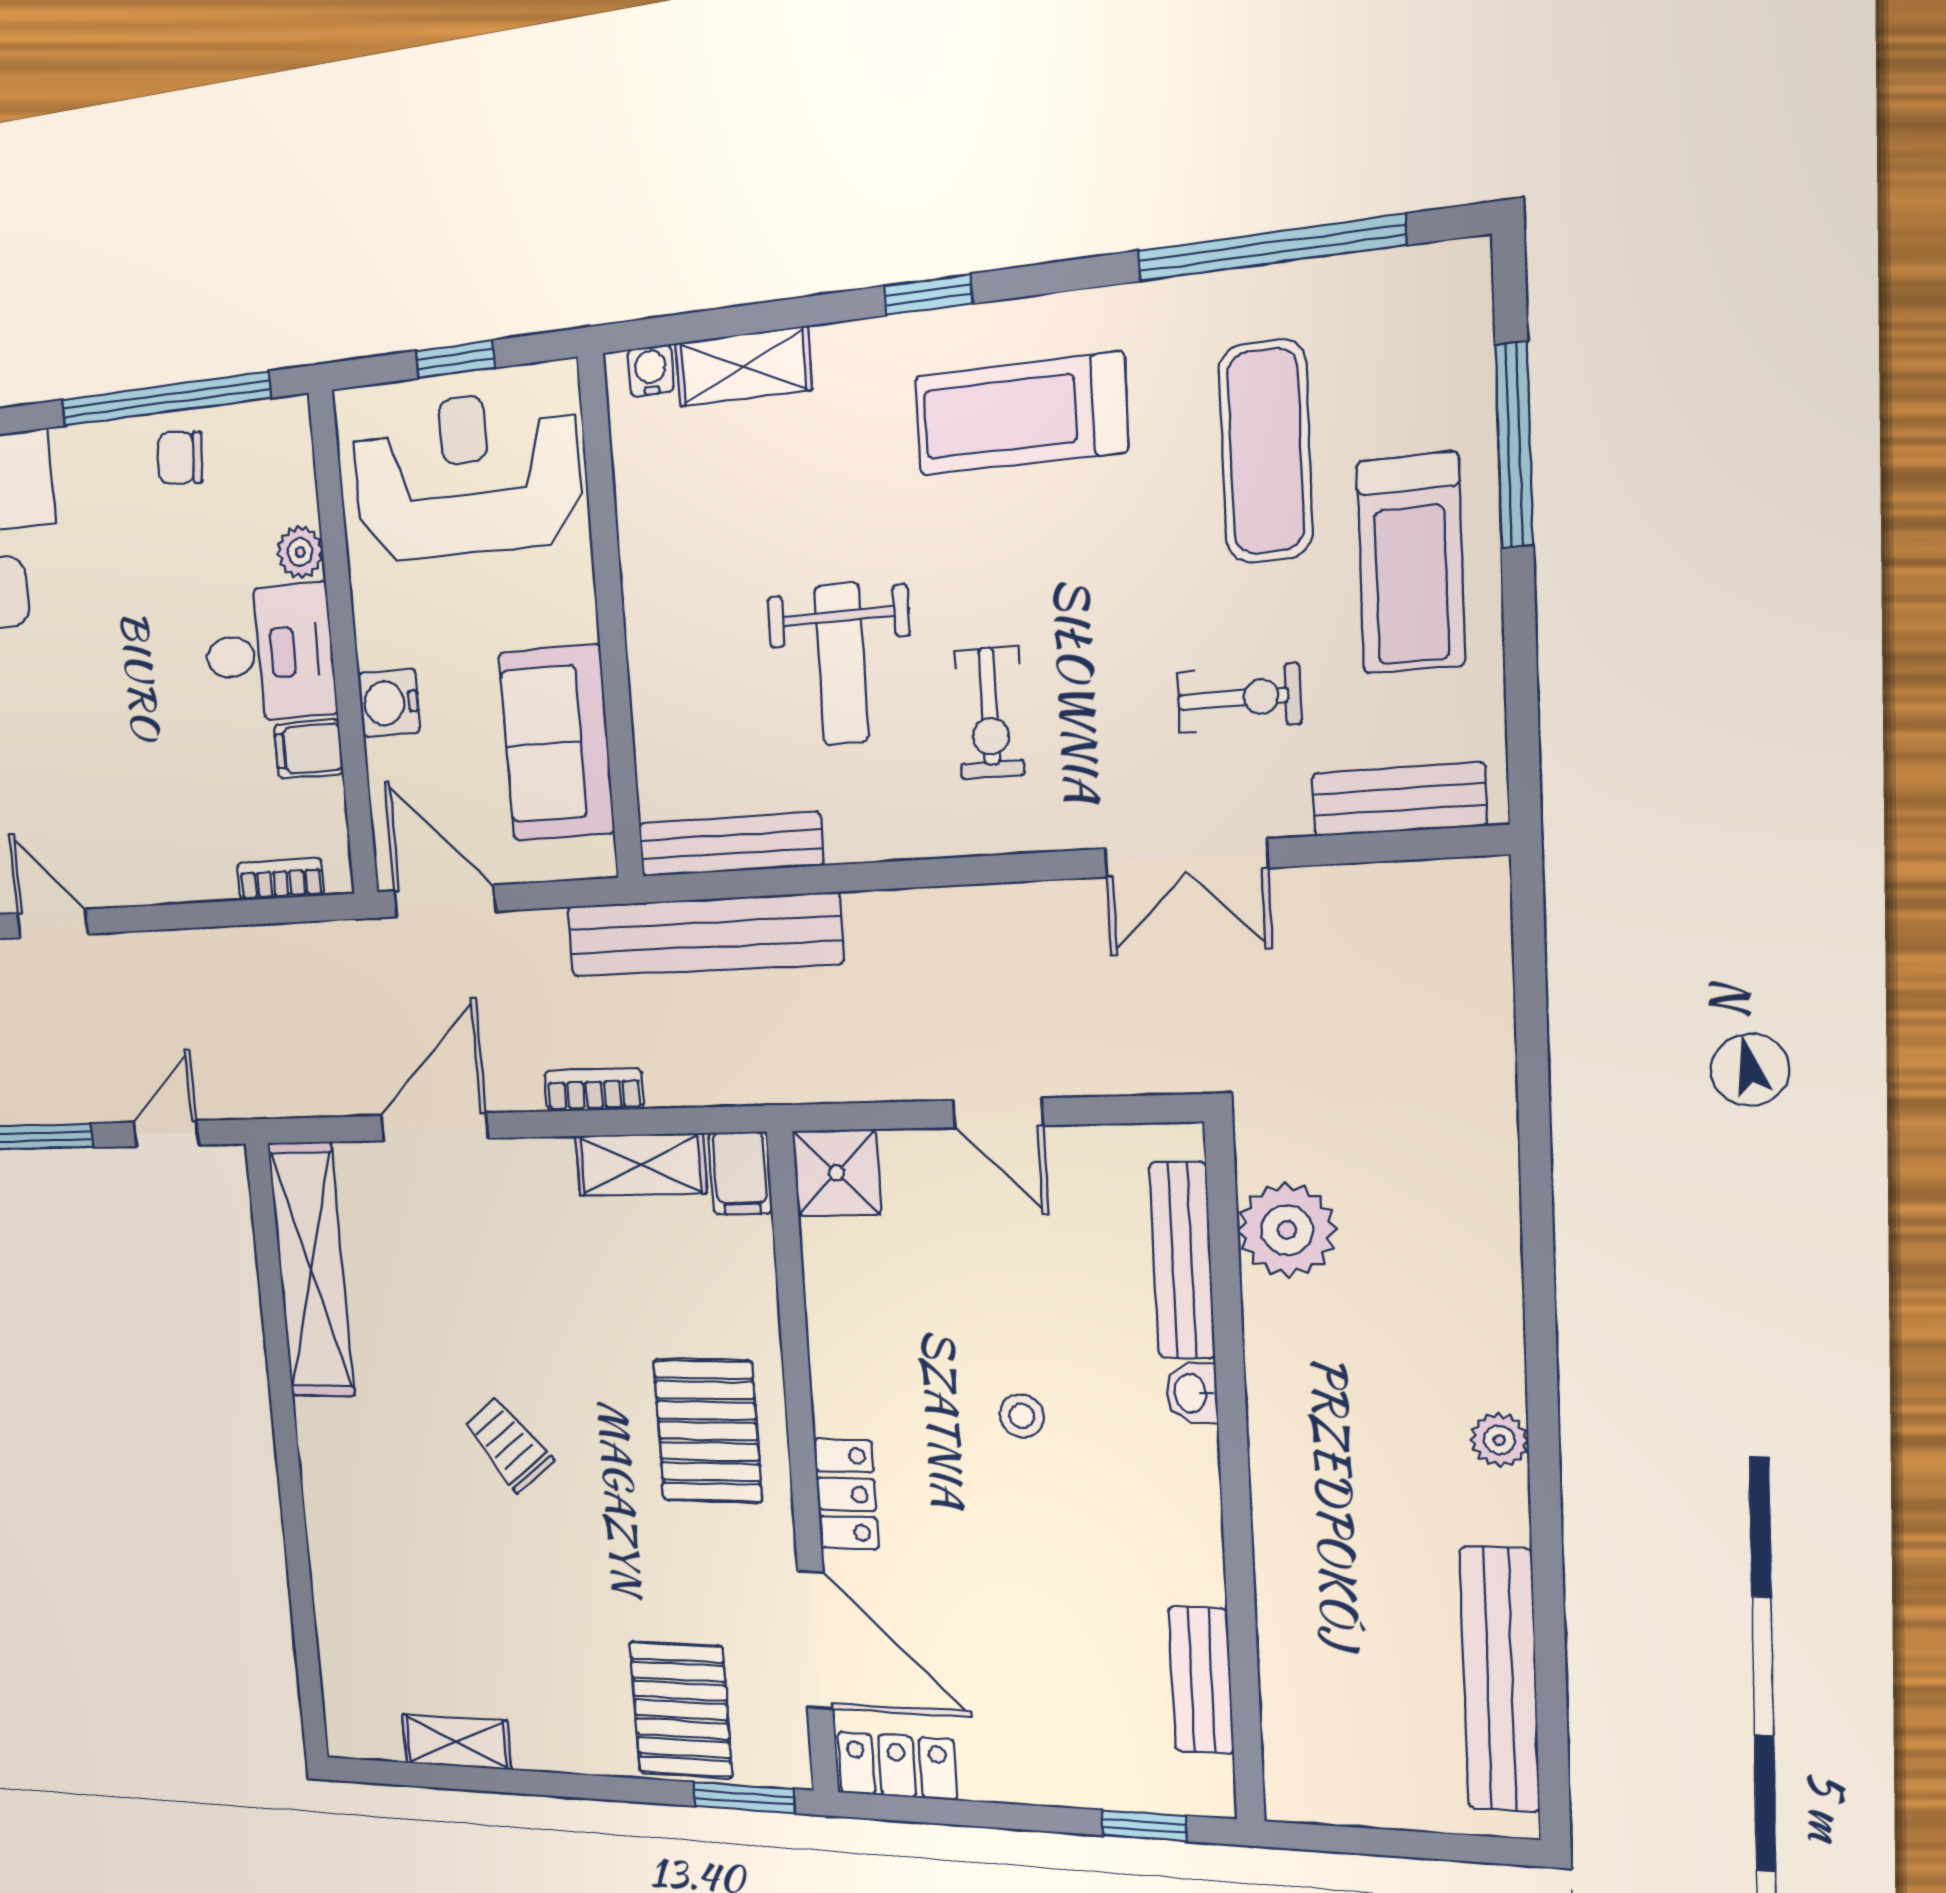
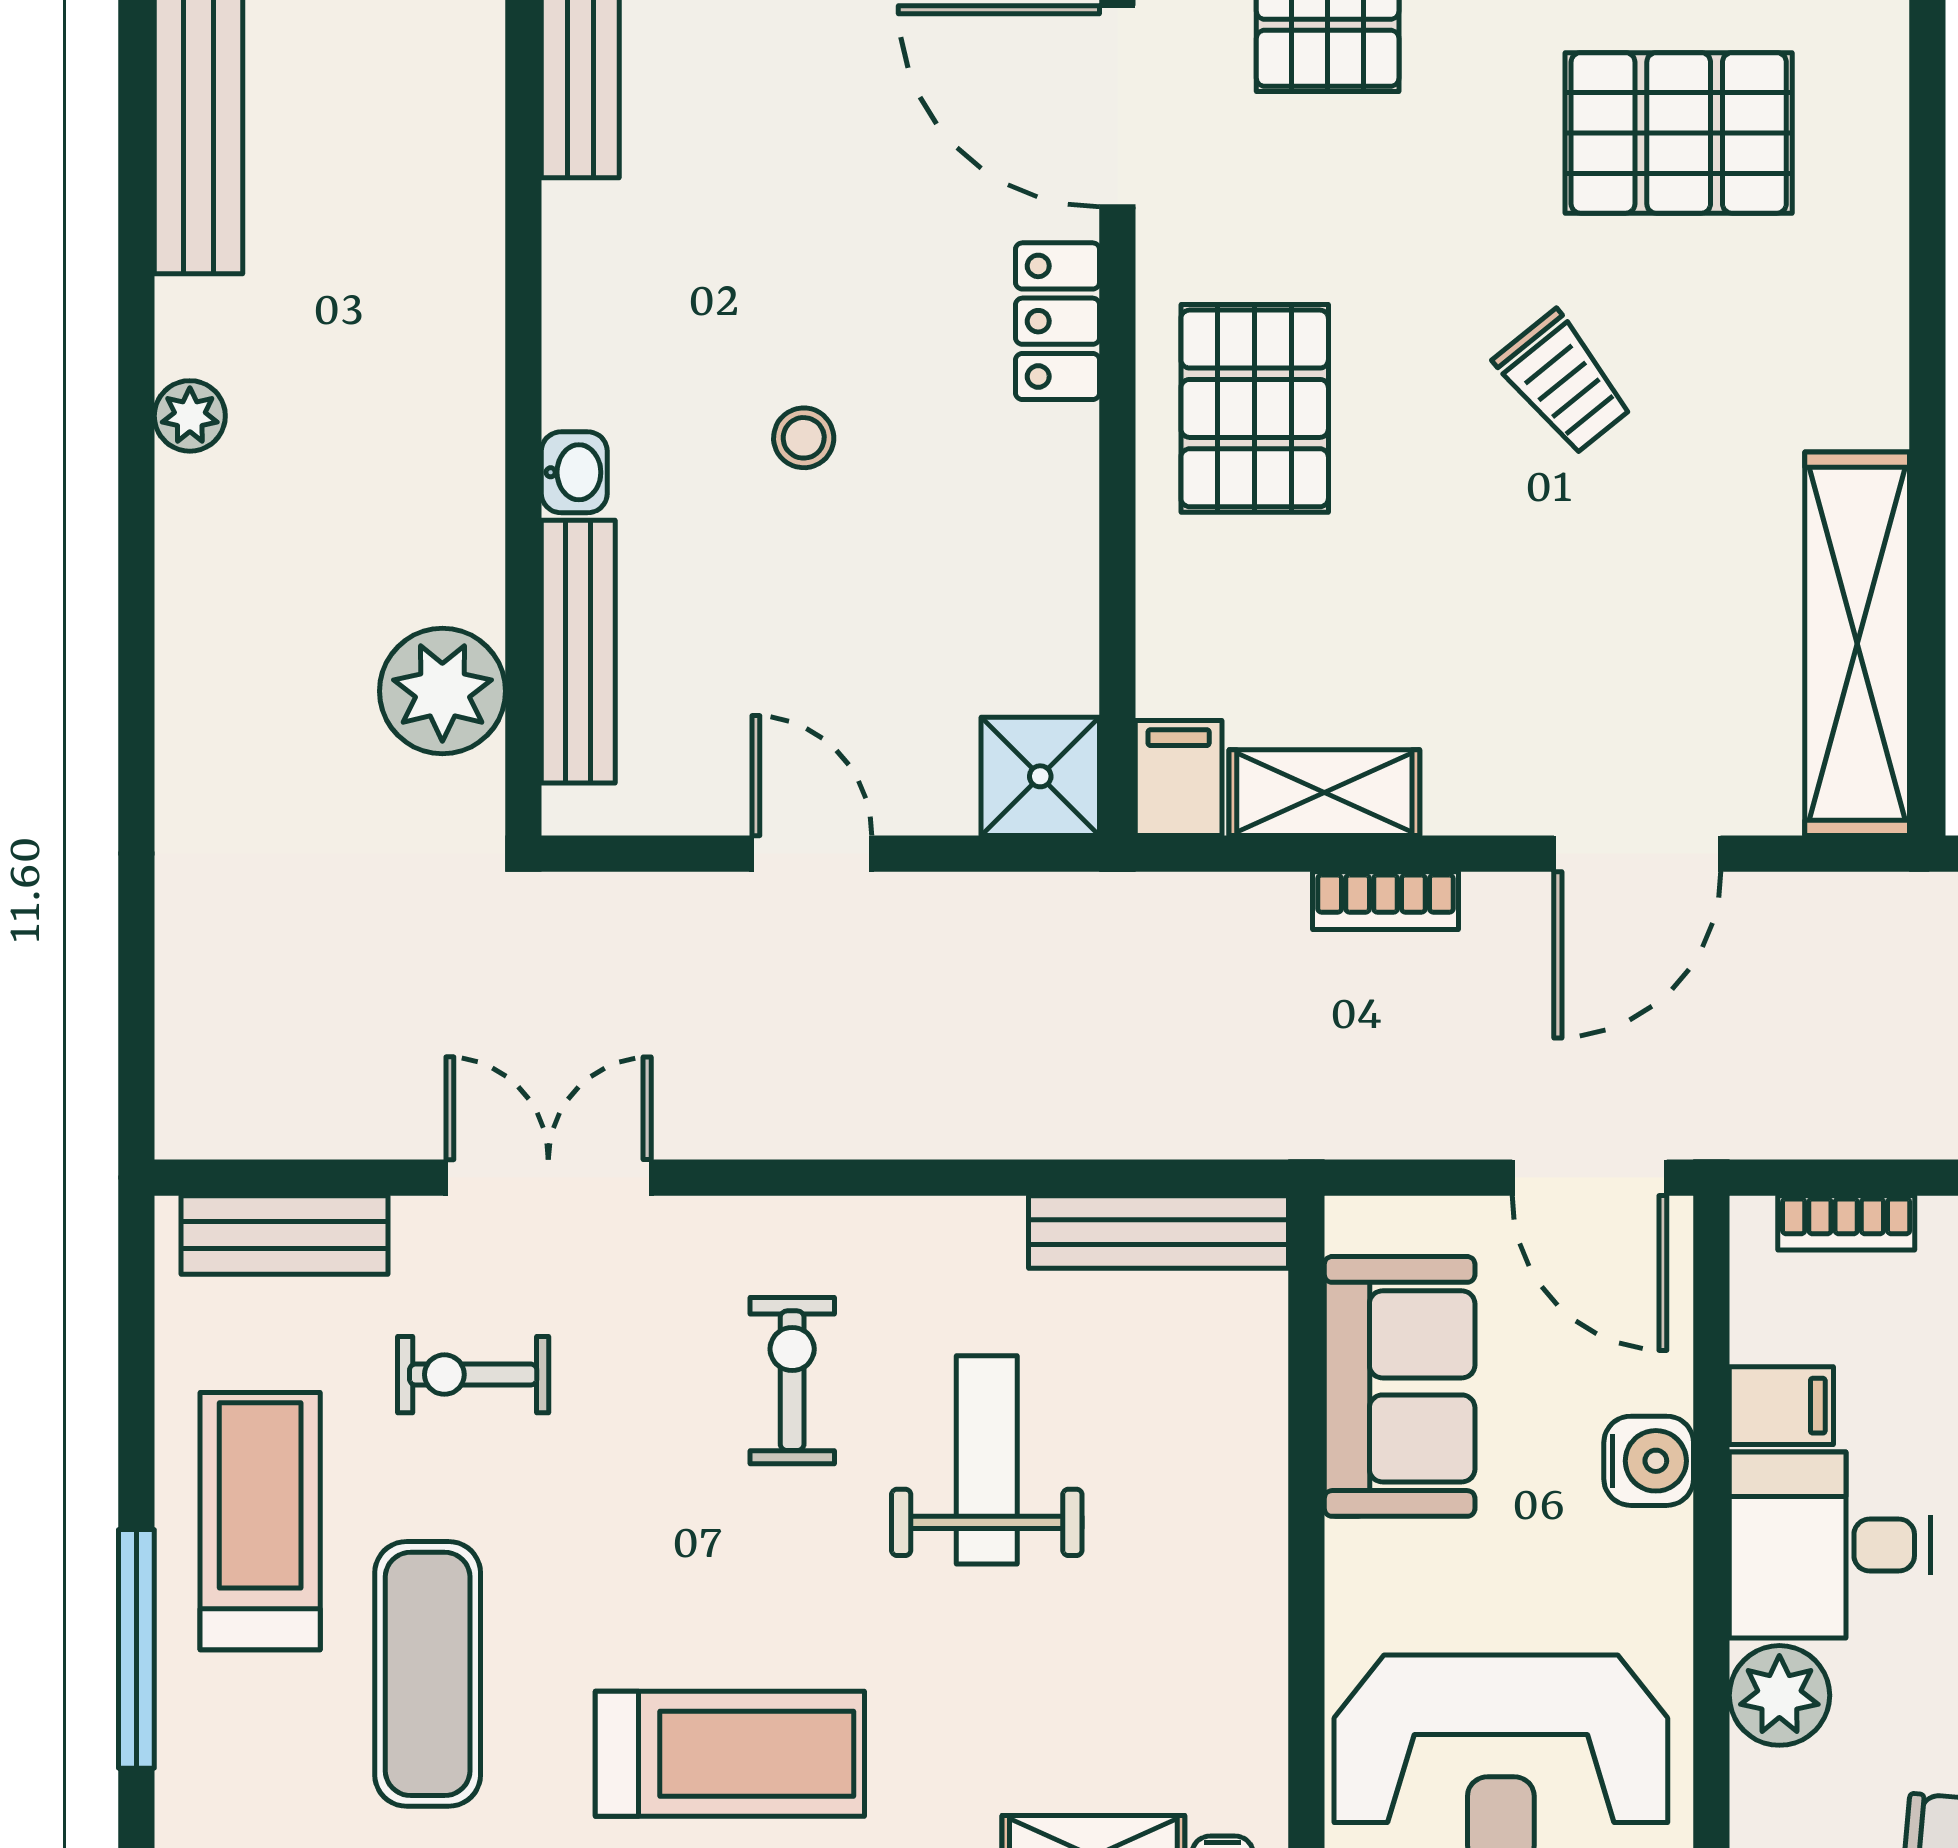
plant: (300, 552) -> (1779, 1695), width x1.38, depth x1.38
bench: (704, 935) -> (1207, 1111), removed
pallet: (451, 1606) -> (1679, 133), added

